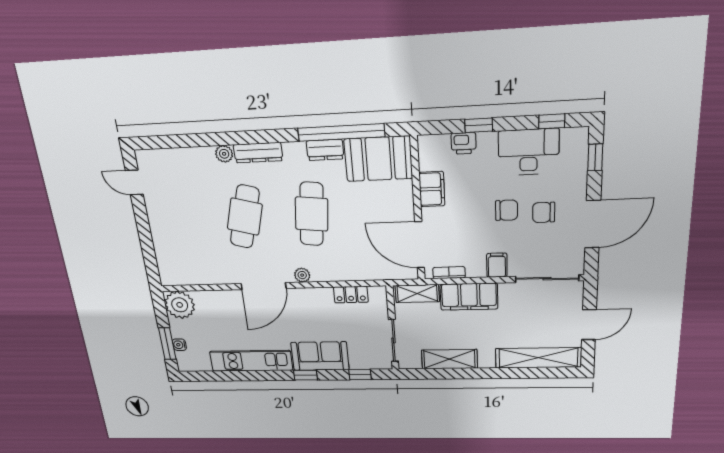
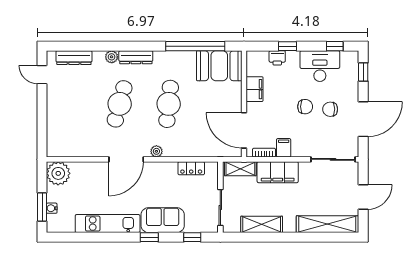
dresser: (325, 150) -> (74, 58), moved, width x1.44
filing cabinet: (497, 265) -> (284, 148), moved

